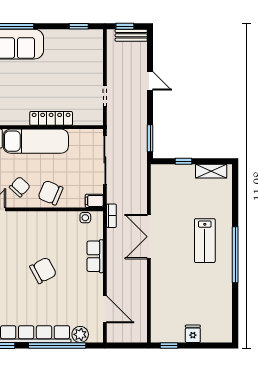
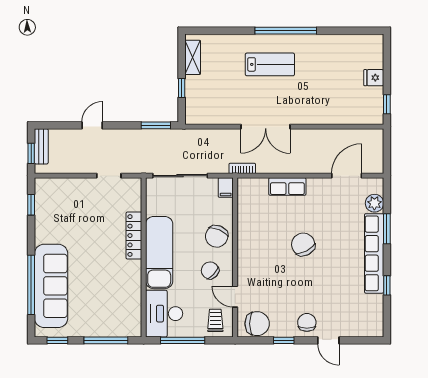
side table: (85, 218) -> (244, 198), removed
window: (57, 346) -> (387, 229), width x0.47

